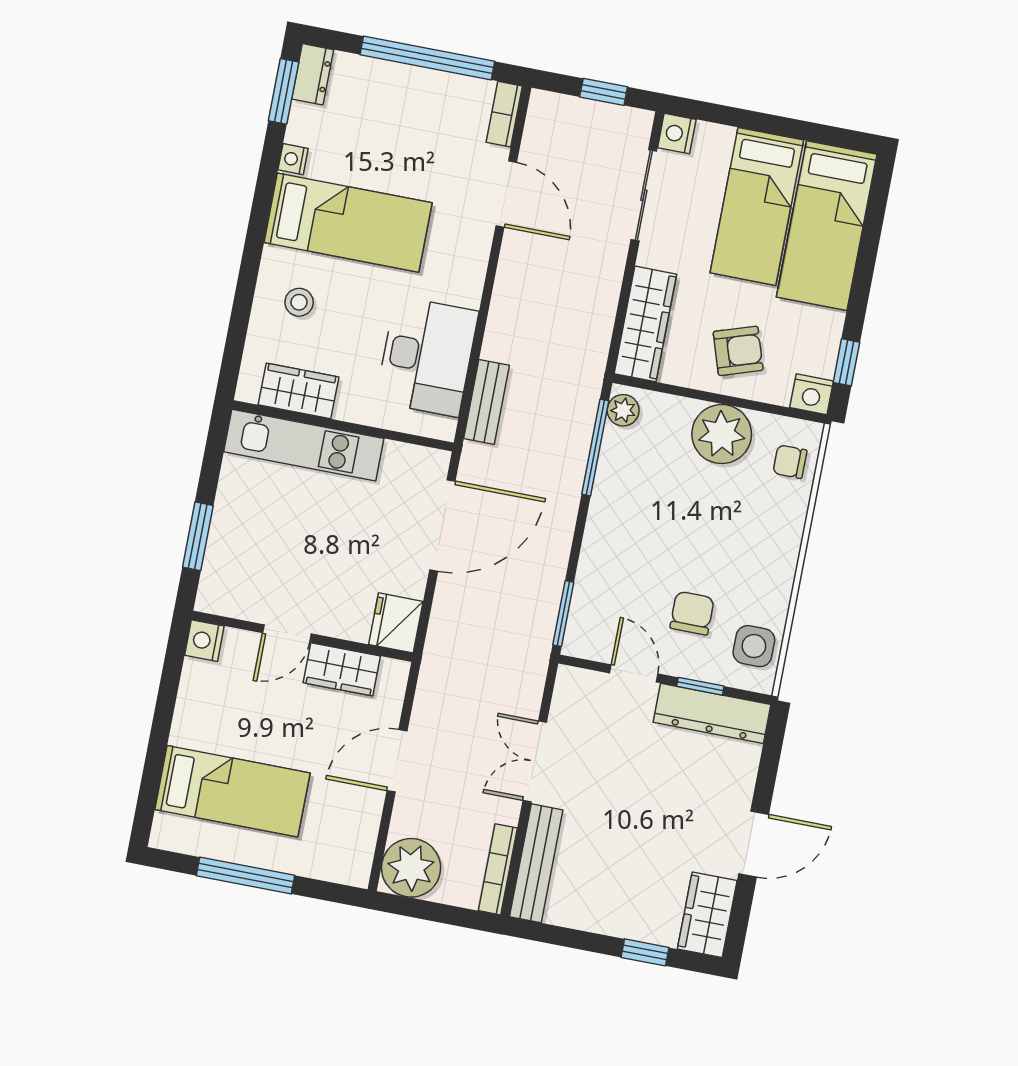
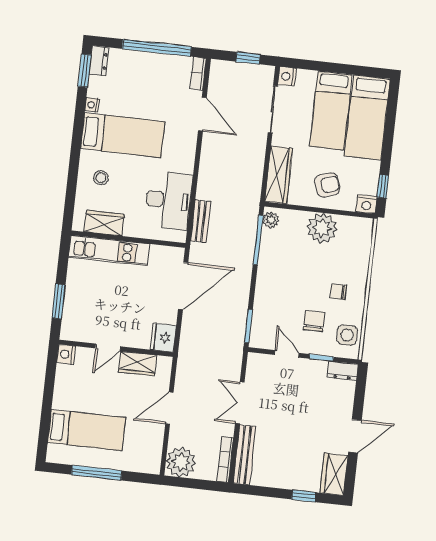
chair: (790, 462) -> (338, 292), moved
dresser: (712, 713) -> (343, 371), width x0.51, depth x0.80

